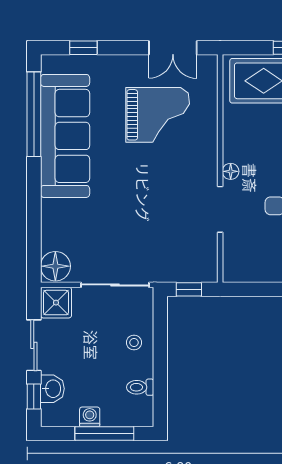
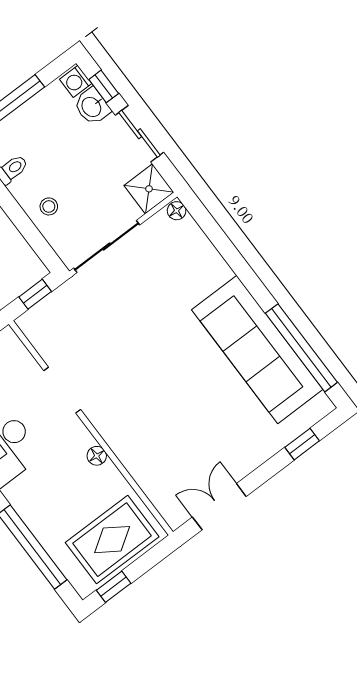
grand piano: (158, 115) -> (186, 434), removed
floor lamp: (231, 171) -> (97, 456), moved
floor lamp: (55, 266) -> (177, 211), width x0.53, depth x0.53
washing machine: (90, 417) -> (76, 81), moved, turned 90

